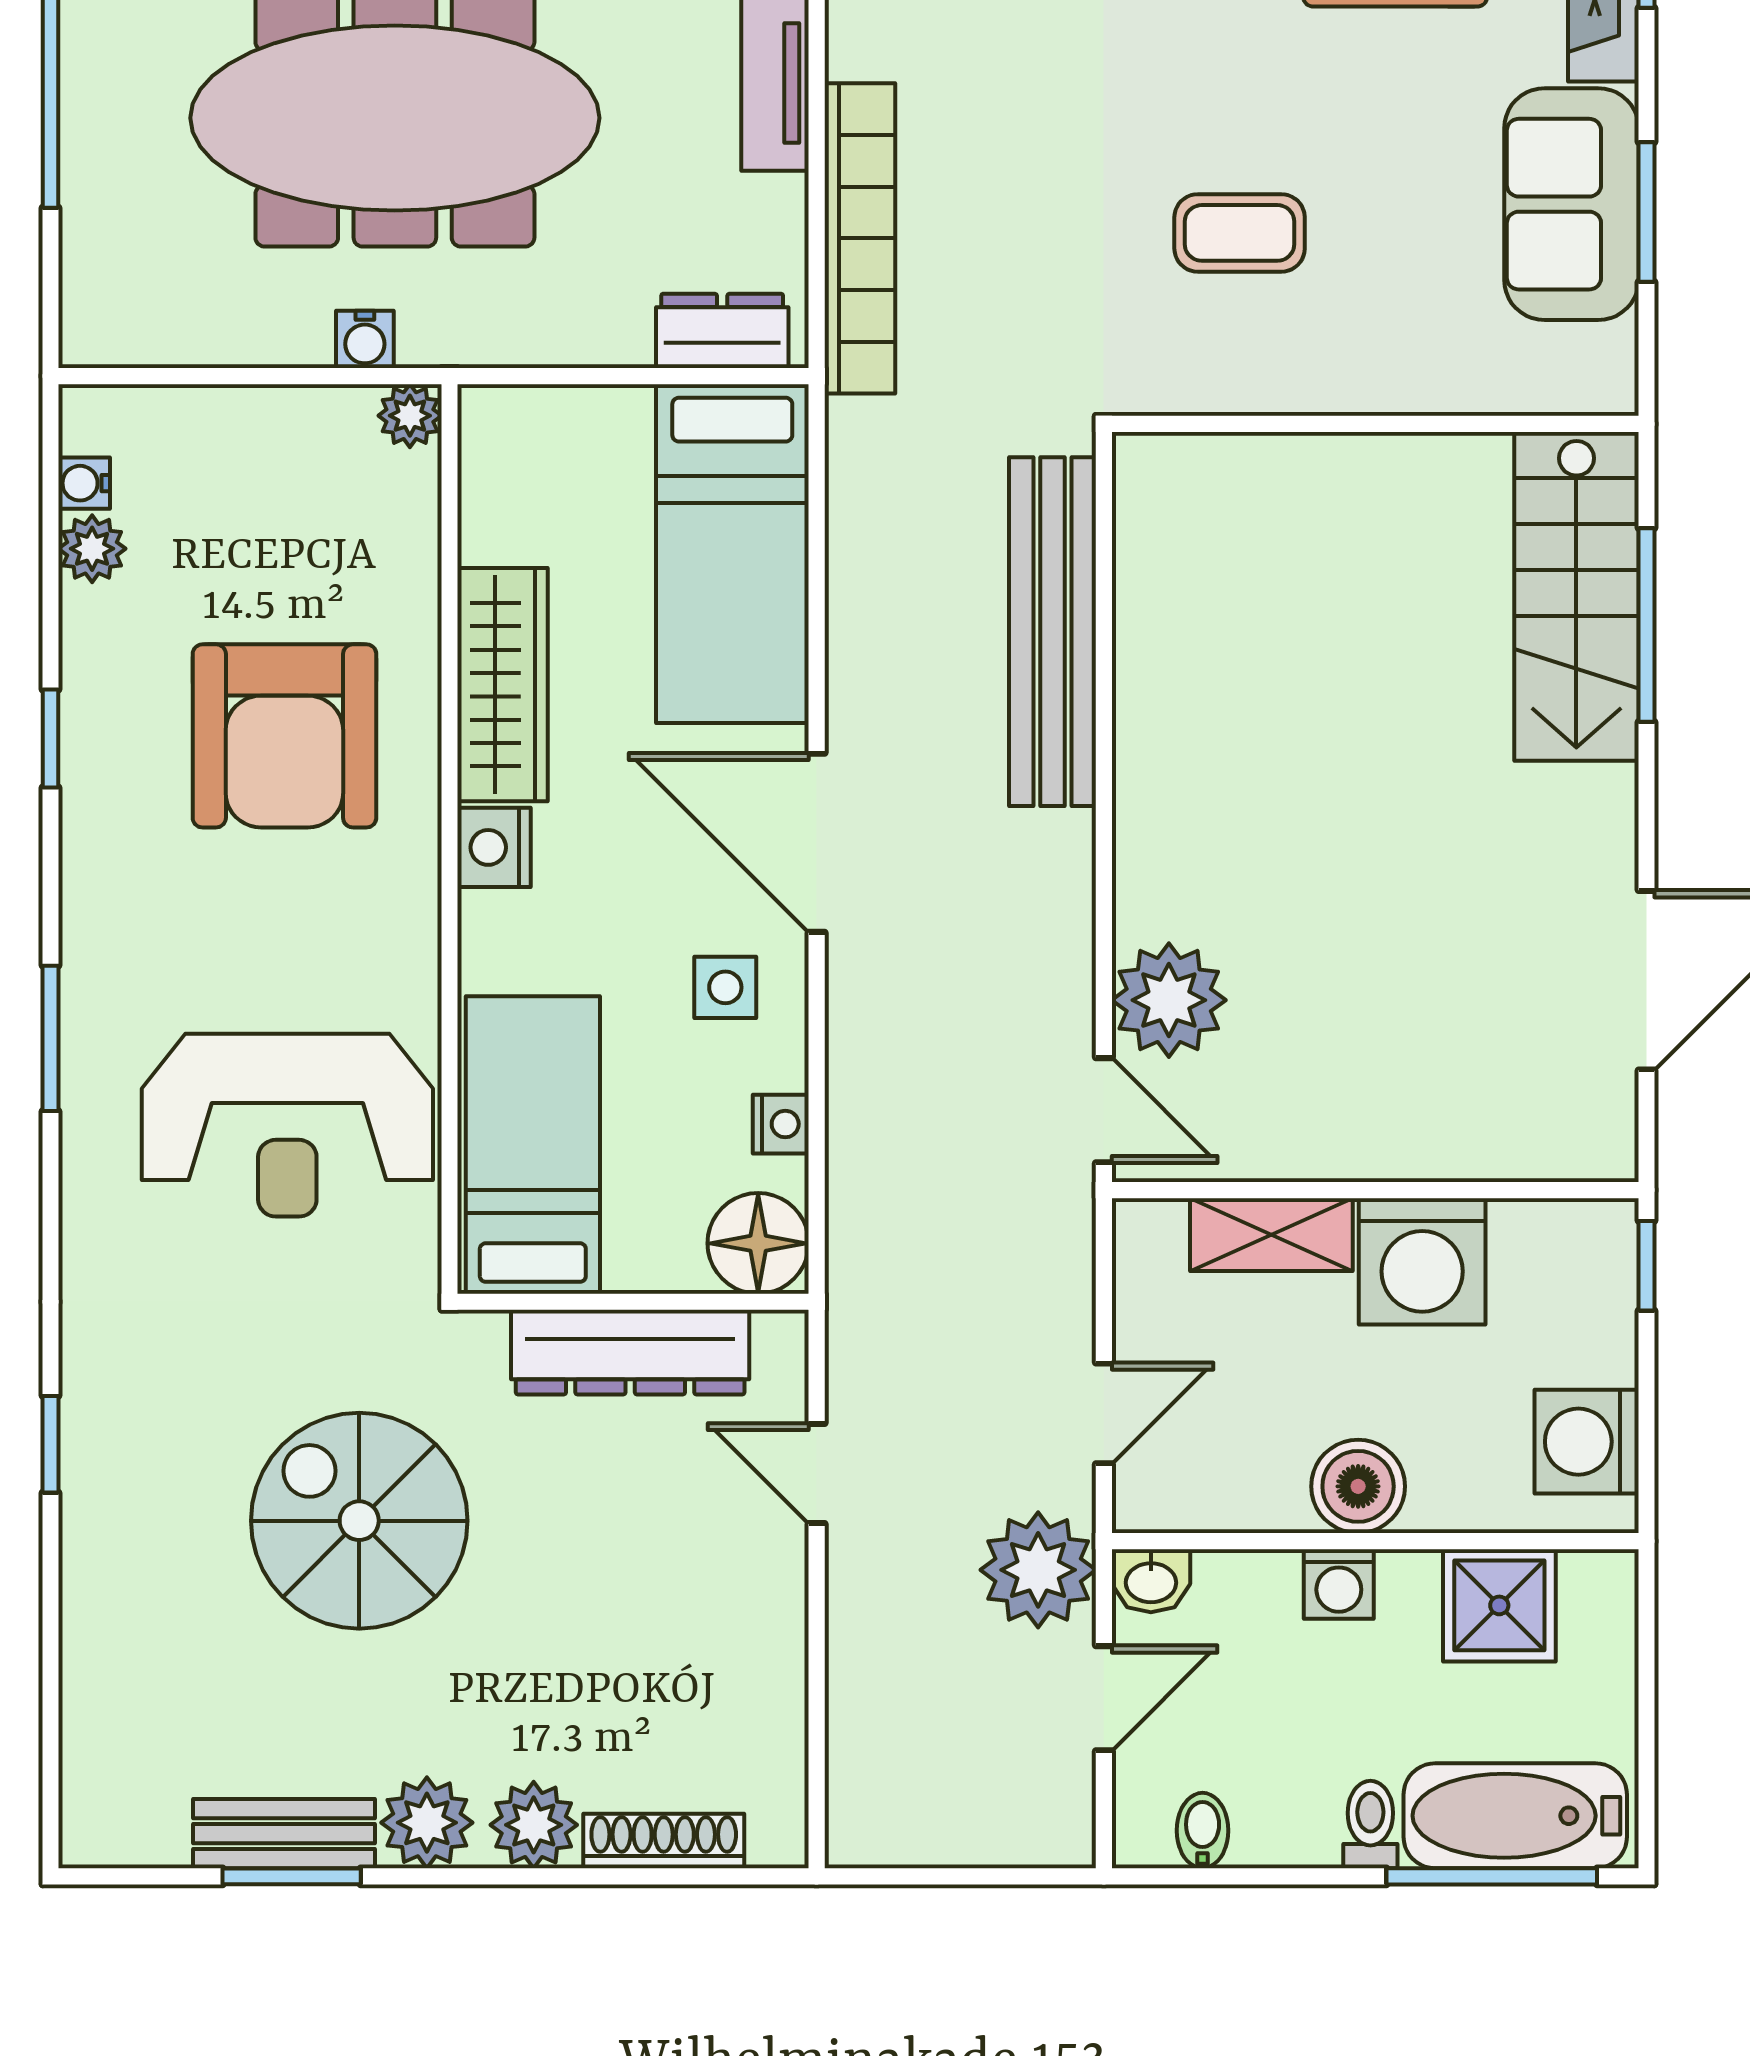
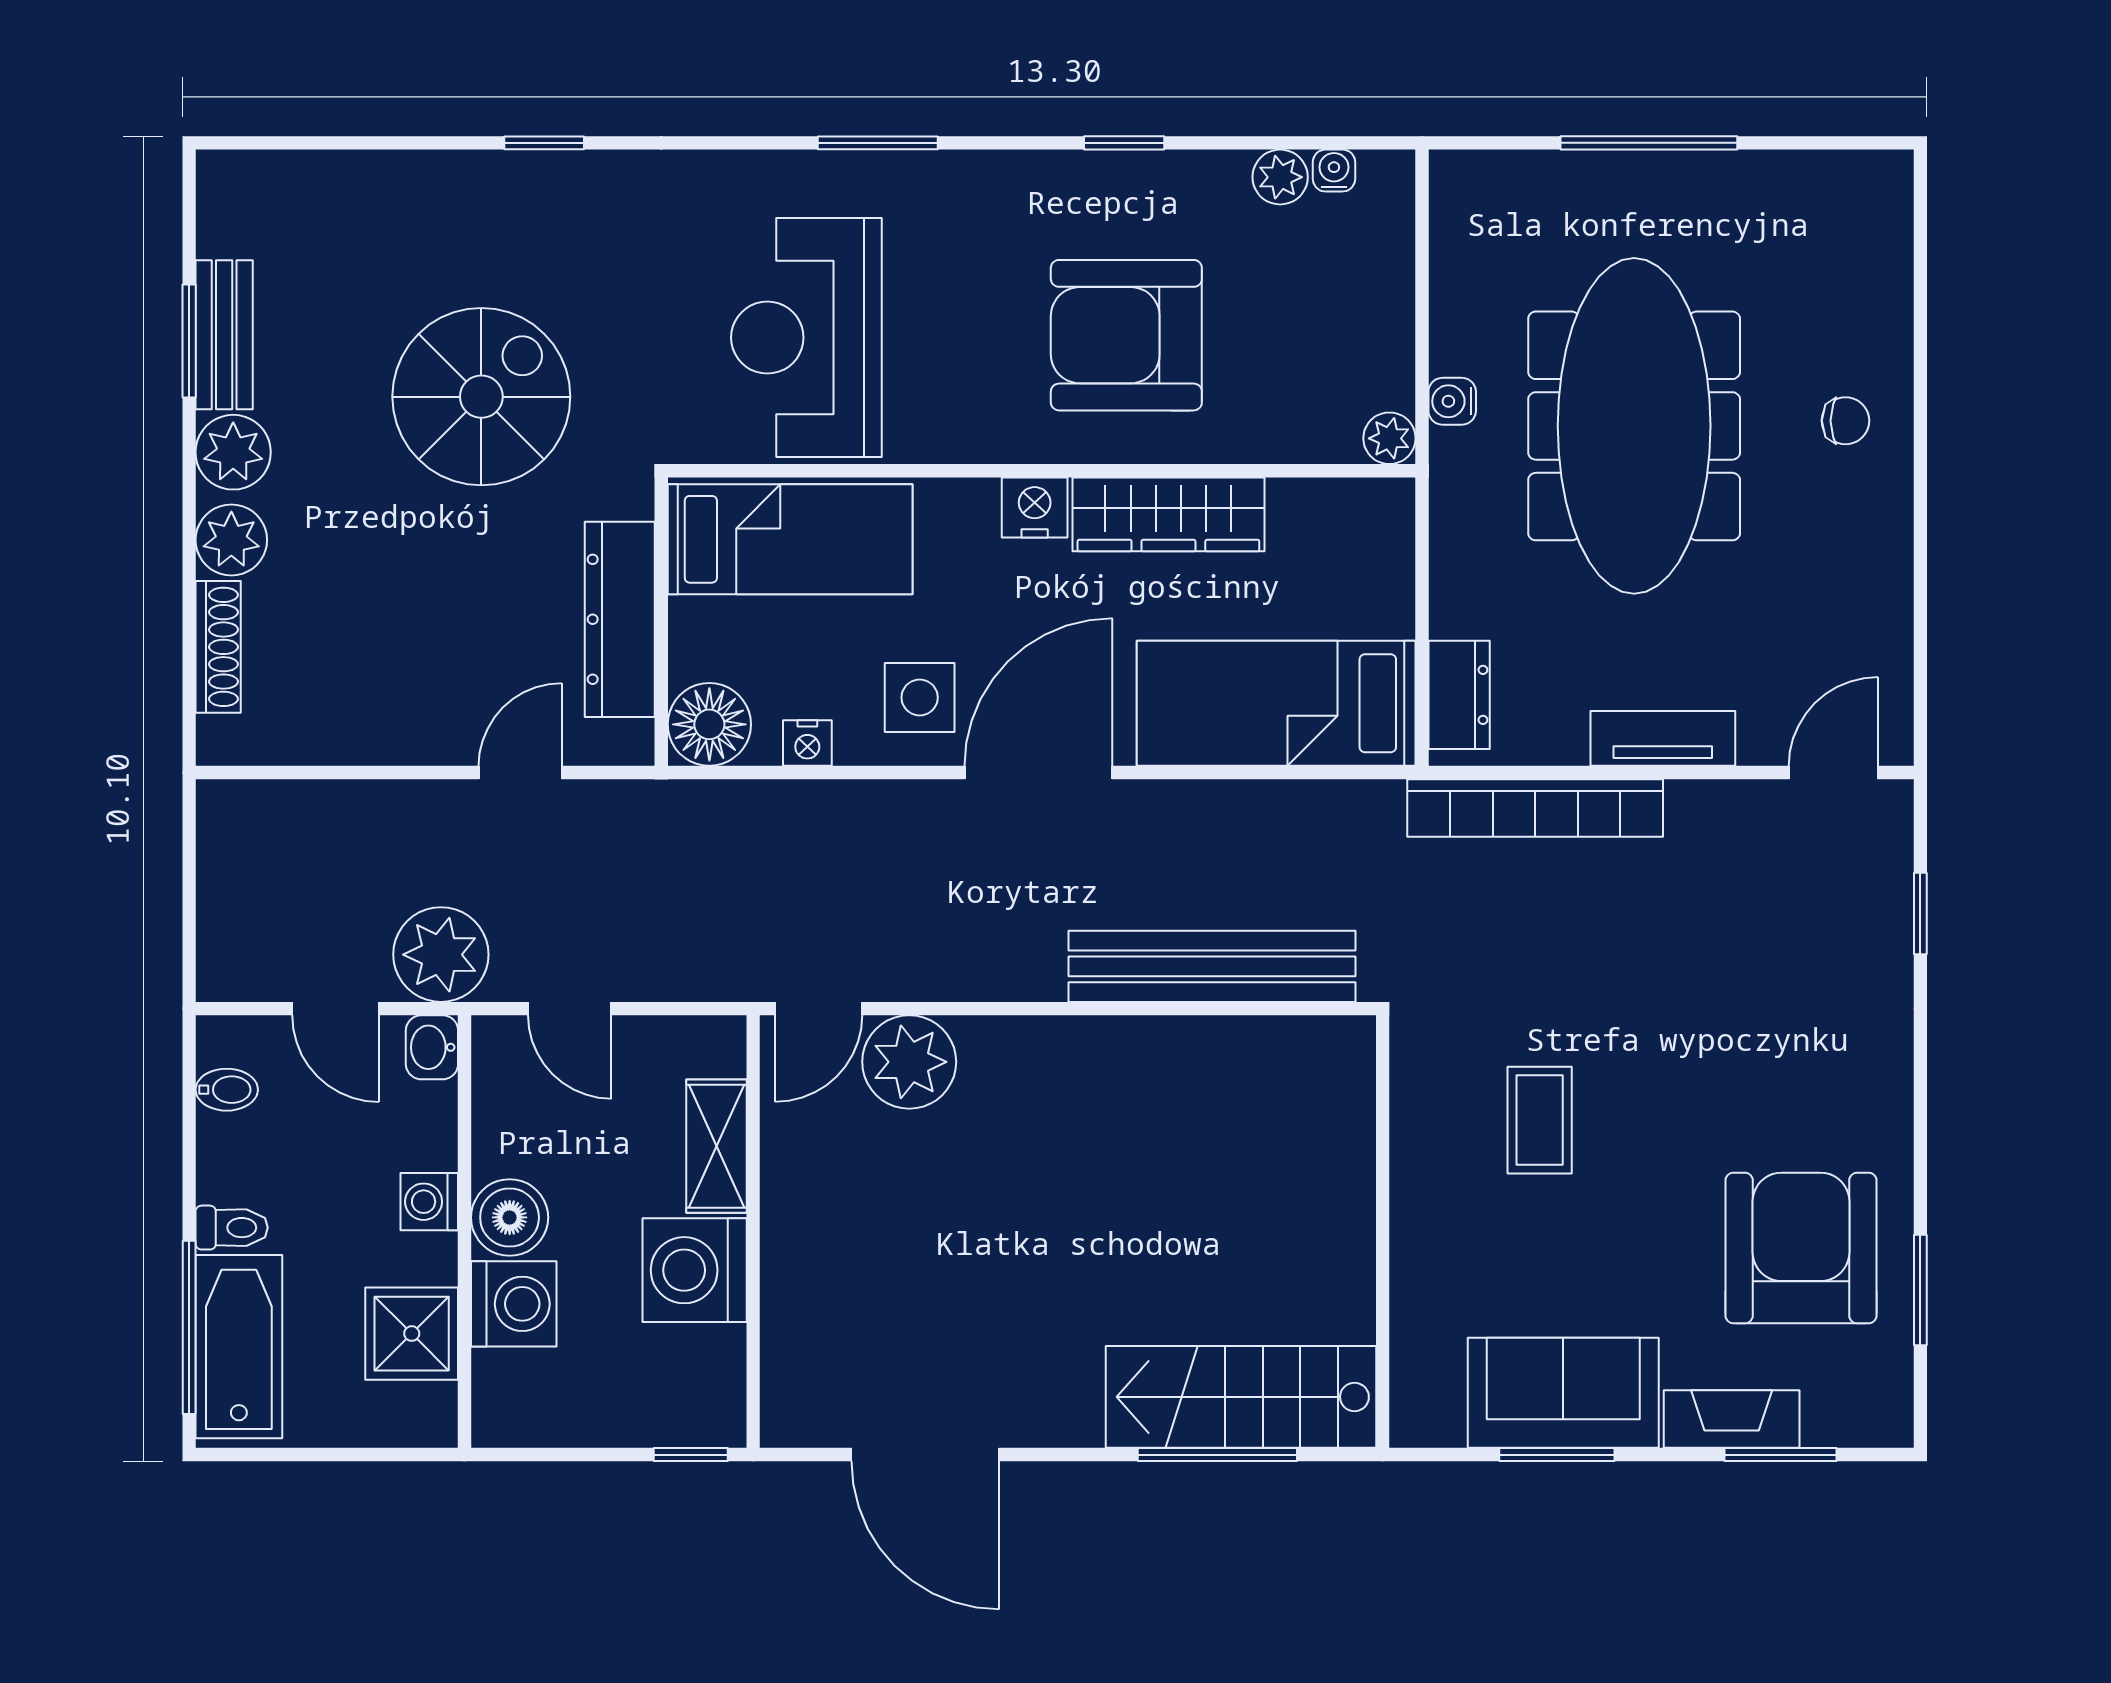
side table: (725, 987) -> (920, 697), width x1.37, depth x1.37
washing machine: (1587, 1442) -> (514, 1304), moved, turned 90

